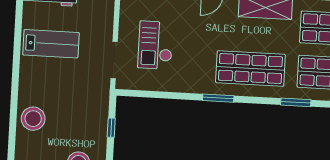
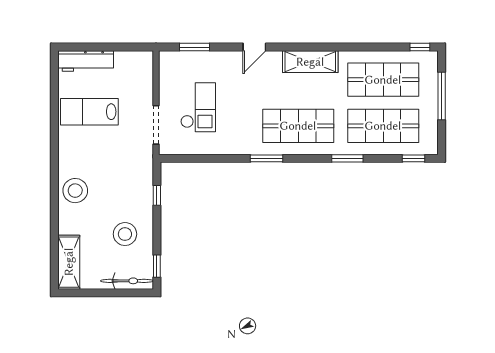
lab bench: (51, 44) -> (89, 112), turned 180
checkout: (155, 45) -> (198, 107), turned 180

